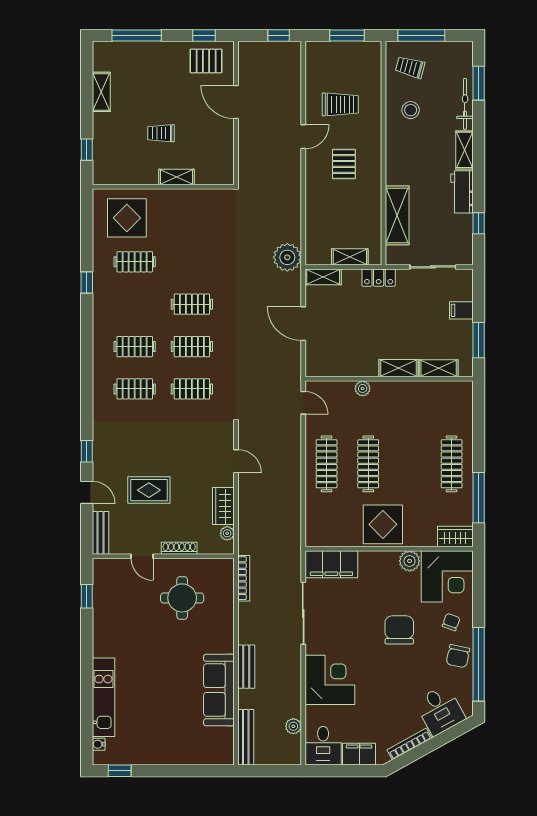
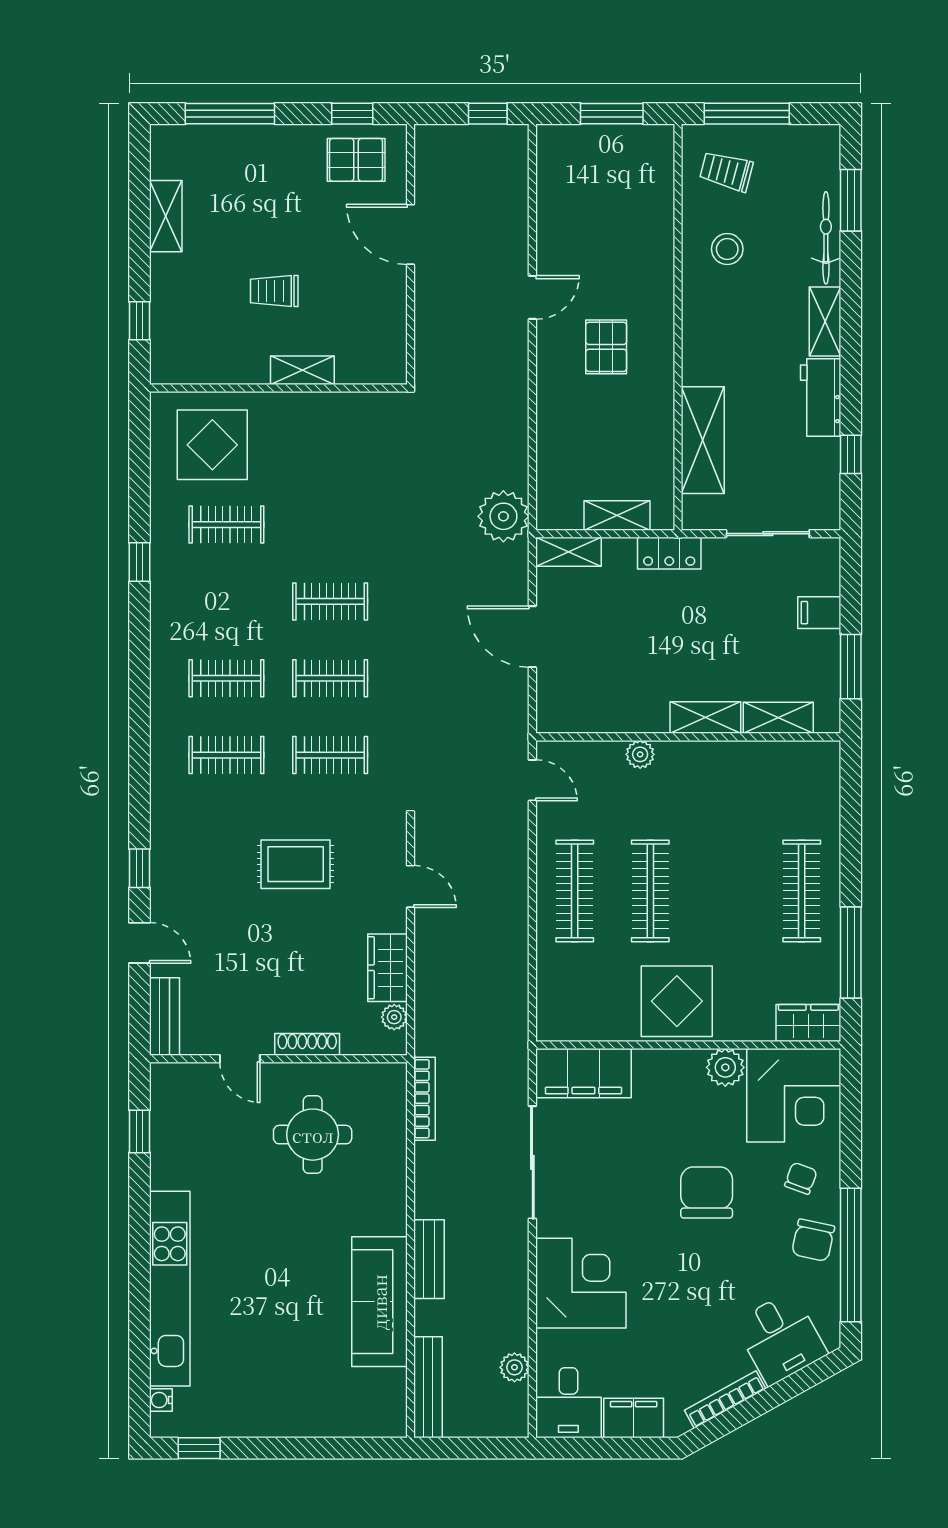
trolley: (340, 104) -> (599, 239), removed
rug: (149, 490) -> (296, 864), moved
kitchen unit: (103, 697) -> (170, 1289), width x1.36

